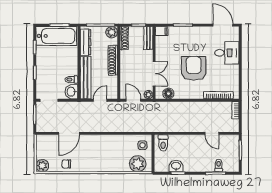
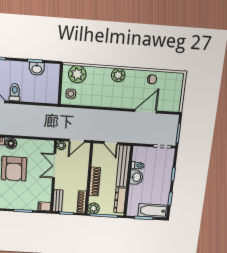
bathtub: (56, 36) -> (153, 211), width x0.73, depth x0.73
washbasin: (71, 92) -> (136, 177), moved
floor lamp: (168, 94) -> (11, 143), moved
door: (100, 100) -> (111, 143), hinge flipped
door: (134, 100) -> (77, 141), hinge flipped
toilet: (163, 143) -> (15, 92), moved
plant: (42, 166) -> (118, 75), moved

